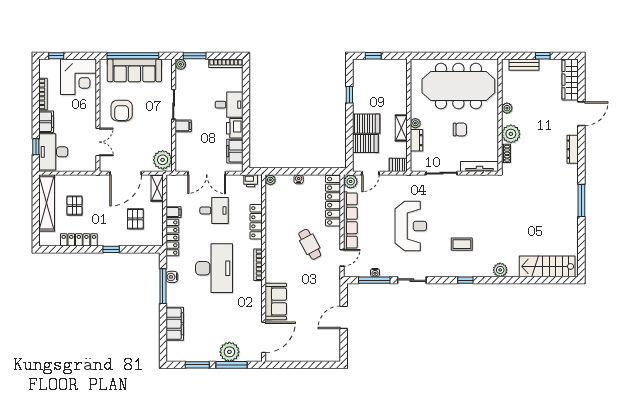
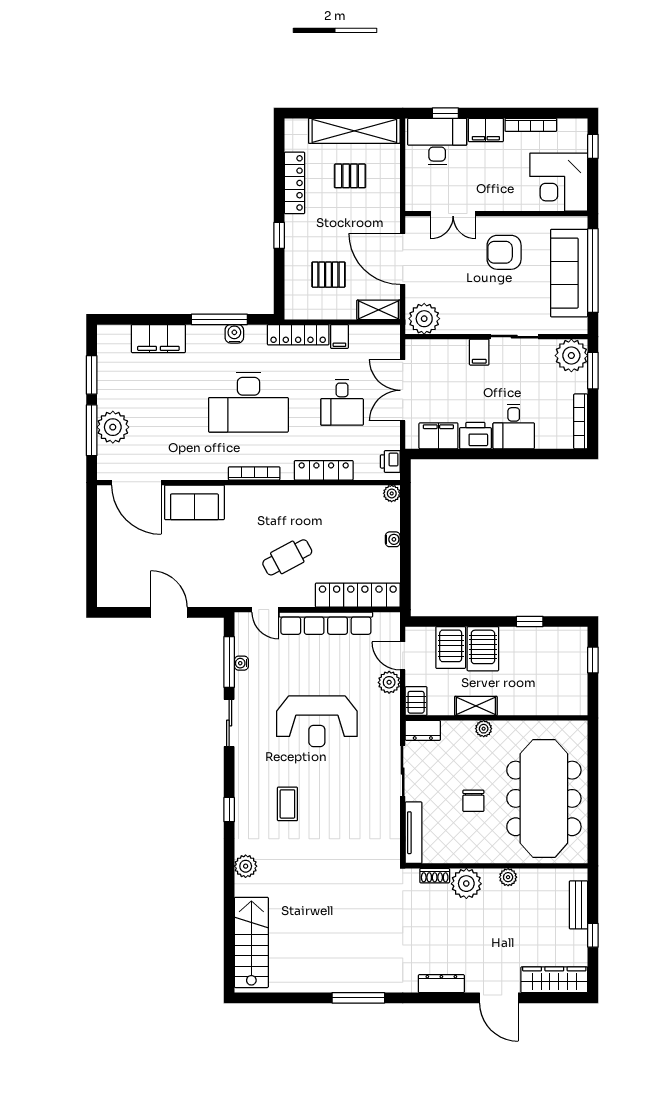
plant: (181, 64) -> (571, 356), width x1.87, depth x1.87
dresser: (416, 140) -> (423, 730), moved
plant: (351, 181) -> (389, 682), moved

